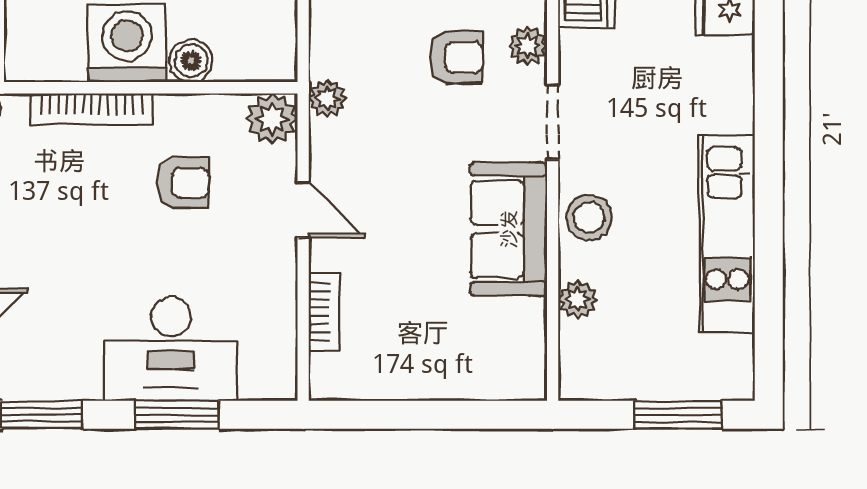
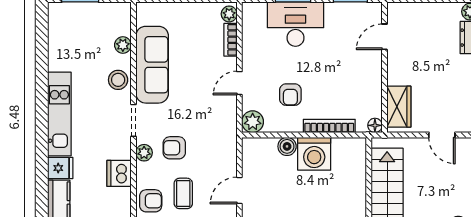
plant: (327, 98) -> (229, 14), moved
armchair: (183, 183) -> (290, 95), turned -90
door: (303, 210) -> (239, 83), hinge flipped
sofa: (509, 229) -> (152, 65), width x1.36
kitchen unit: (727, 234) -> (59, 114), moved

